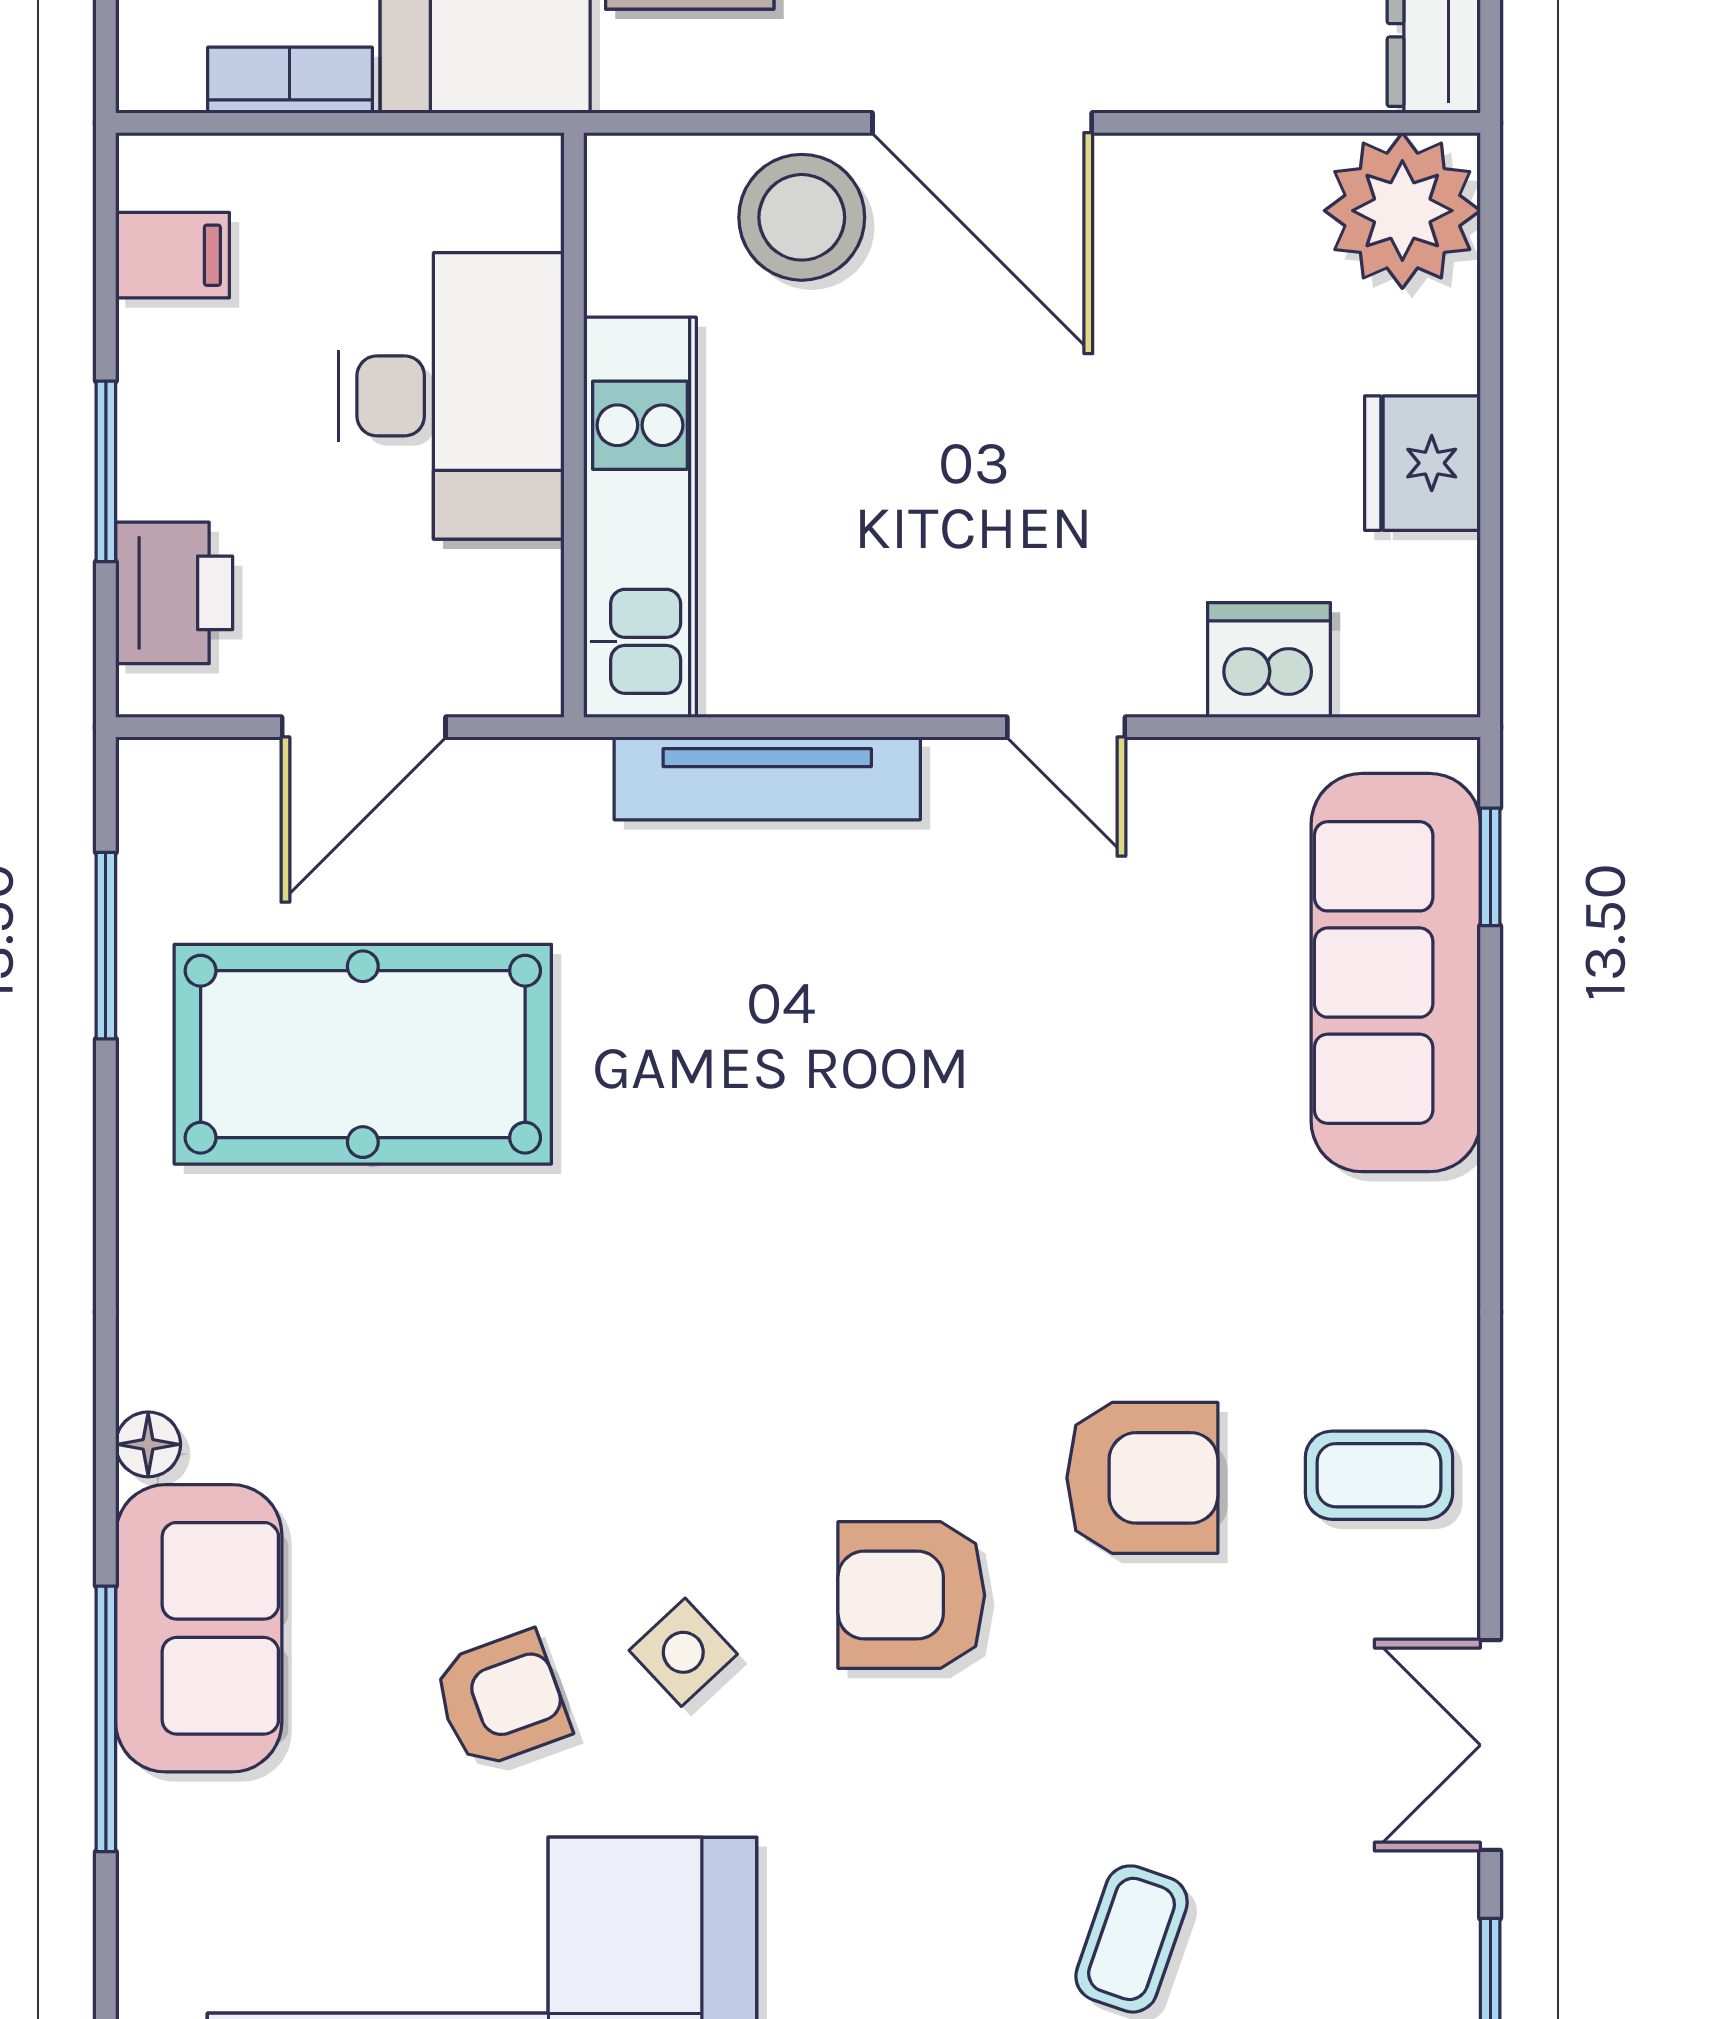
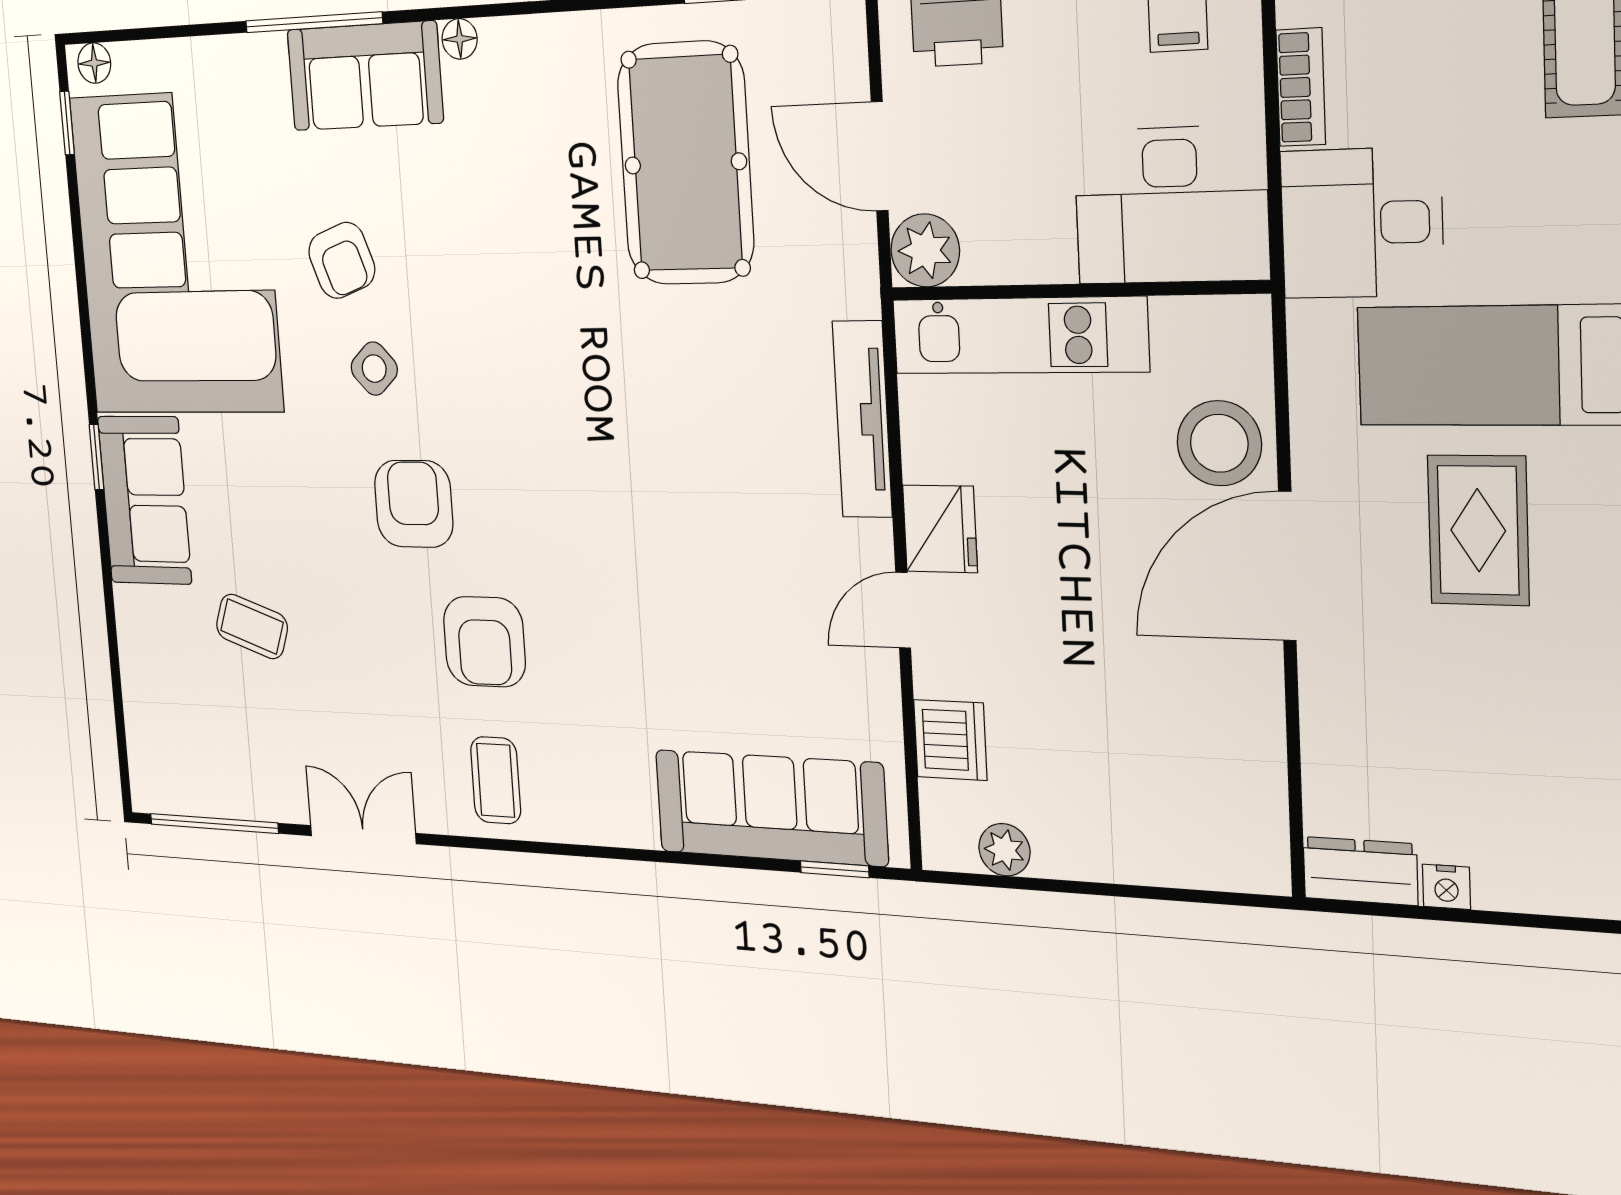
plant: (1402, 211) -> (1004, 850), moved, width x0.53, depth x0.53
desk: (451, 396) -> (1171, 205), moved
fridge: (1422, 463) -> (940, 529), moved, turned 90
plant: (509, 661) -> (925, 250), added

